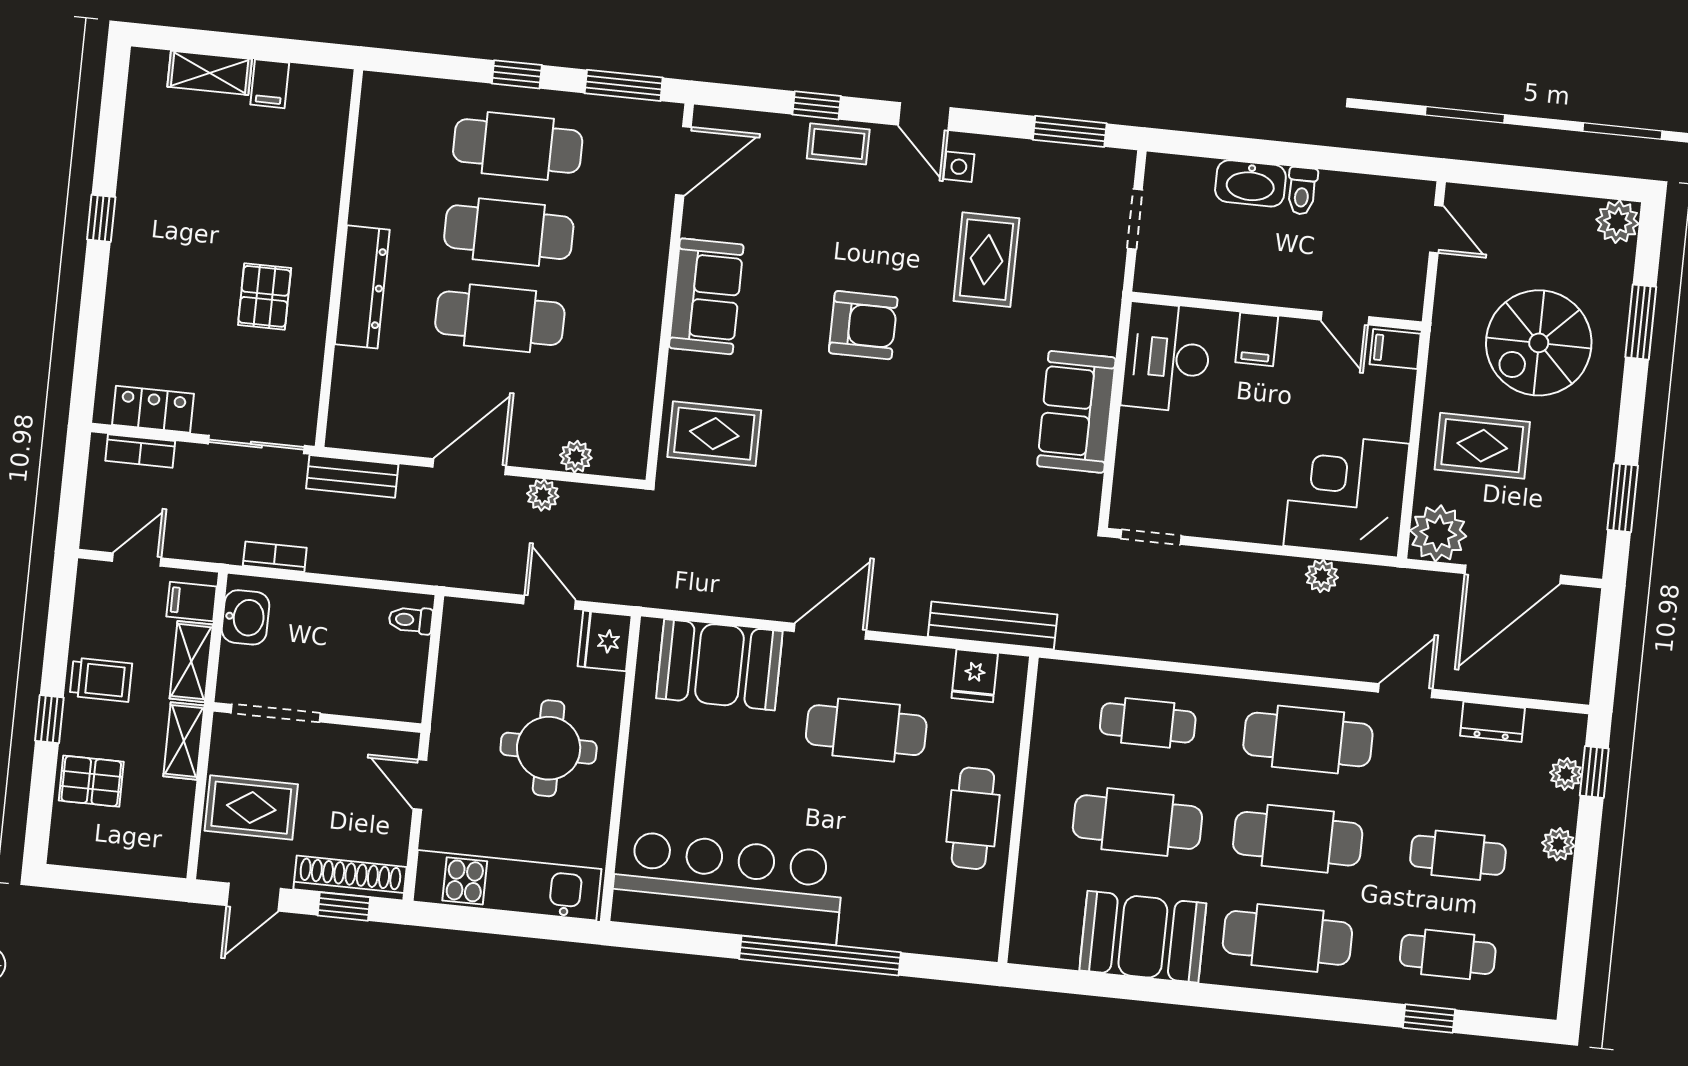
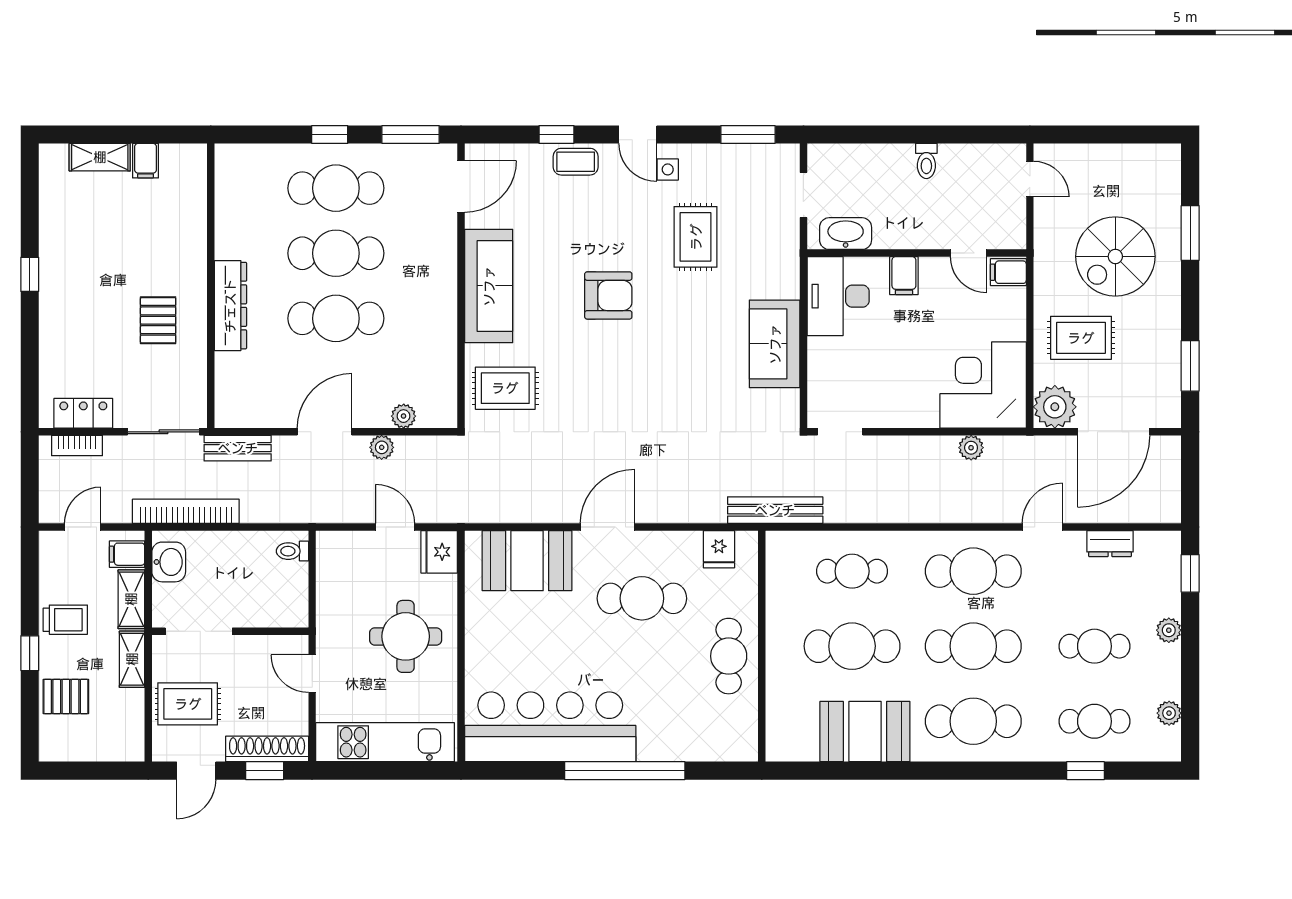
washbasin: (1250, 183) -> (846, 234), moved, turned 180
plant: (1618, 222) -> (1165, 160), removed
sofa: (706, 296) -> (489, 286), width x1.36
bookcase: (275, 557) -> (186, 511), width x2.31, depth x1.31
bench: (993, 625) -> (775, 510), moved
plant: (1566, 774) -> (1169, 713), moved

